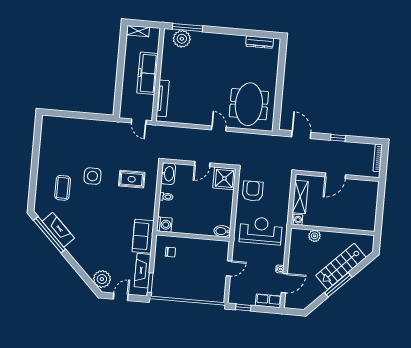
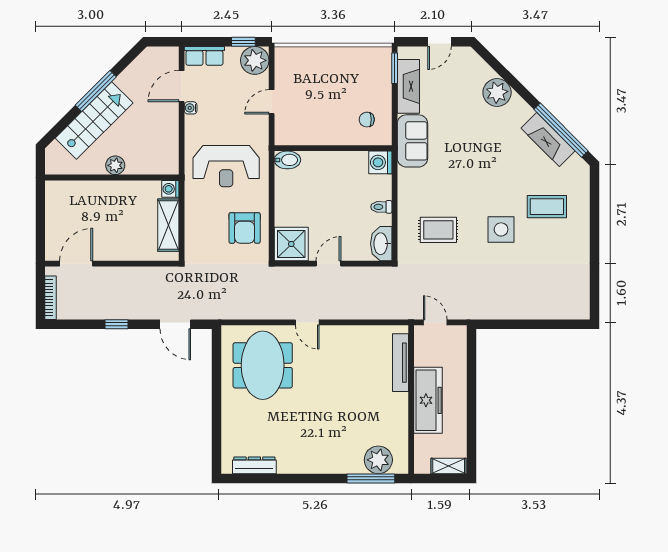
door: (335, 176) -> (76, 264), moved
coffee table: (63, 188) -> (547, 207), turned 90
plant: (315, 236) -> (115, 165), moved
plant: (102, 279) -> (497, 93), moved
plant: (237, 295) -> (255, 60), added

